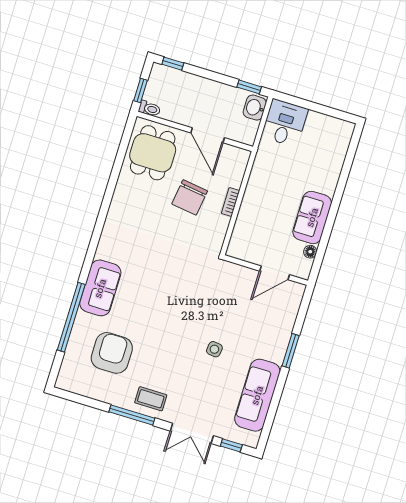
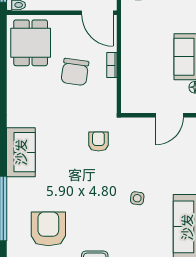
door: (208, 135) -> (97, 13), moved
armchair: (192, 277) -> (98, 141), added
sofa: (100, 288) -> (21, 152), moved

